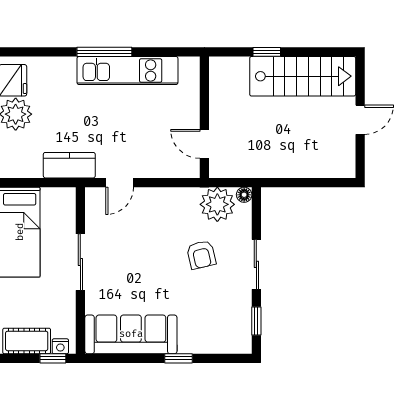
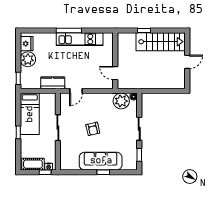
armchair: (201, 255) -> (93, 129), moved
sofa: (131, 334) -> (101, 161), moved

